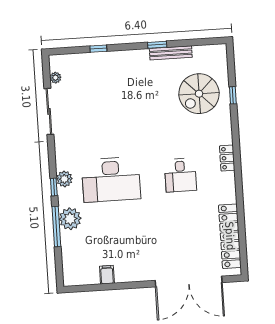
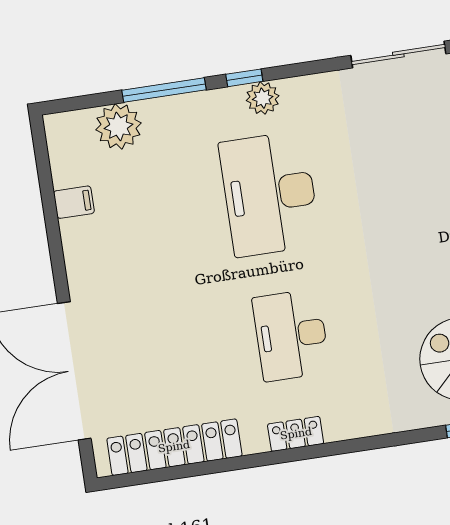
locker: (227, 158) -> (296, 434), moved
desk: (180, 175) -> (291, 335), width x1.37
plant: (70, 219) -> (118, 126), moved

